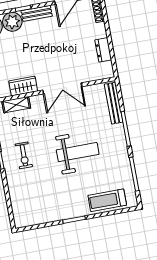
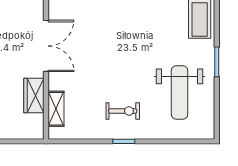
weight bench: (78, 152) -> (180, 92), moved, turned 180

